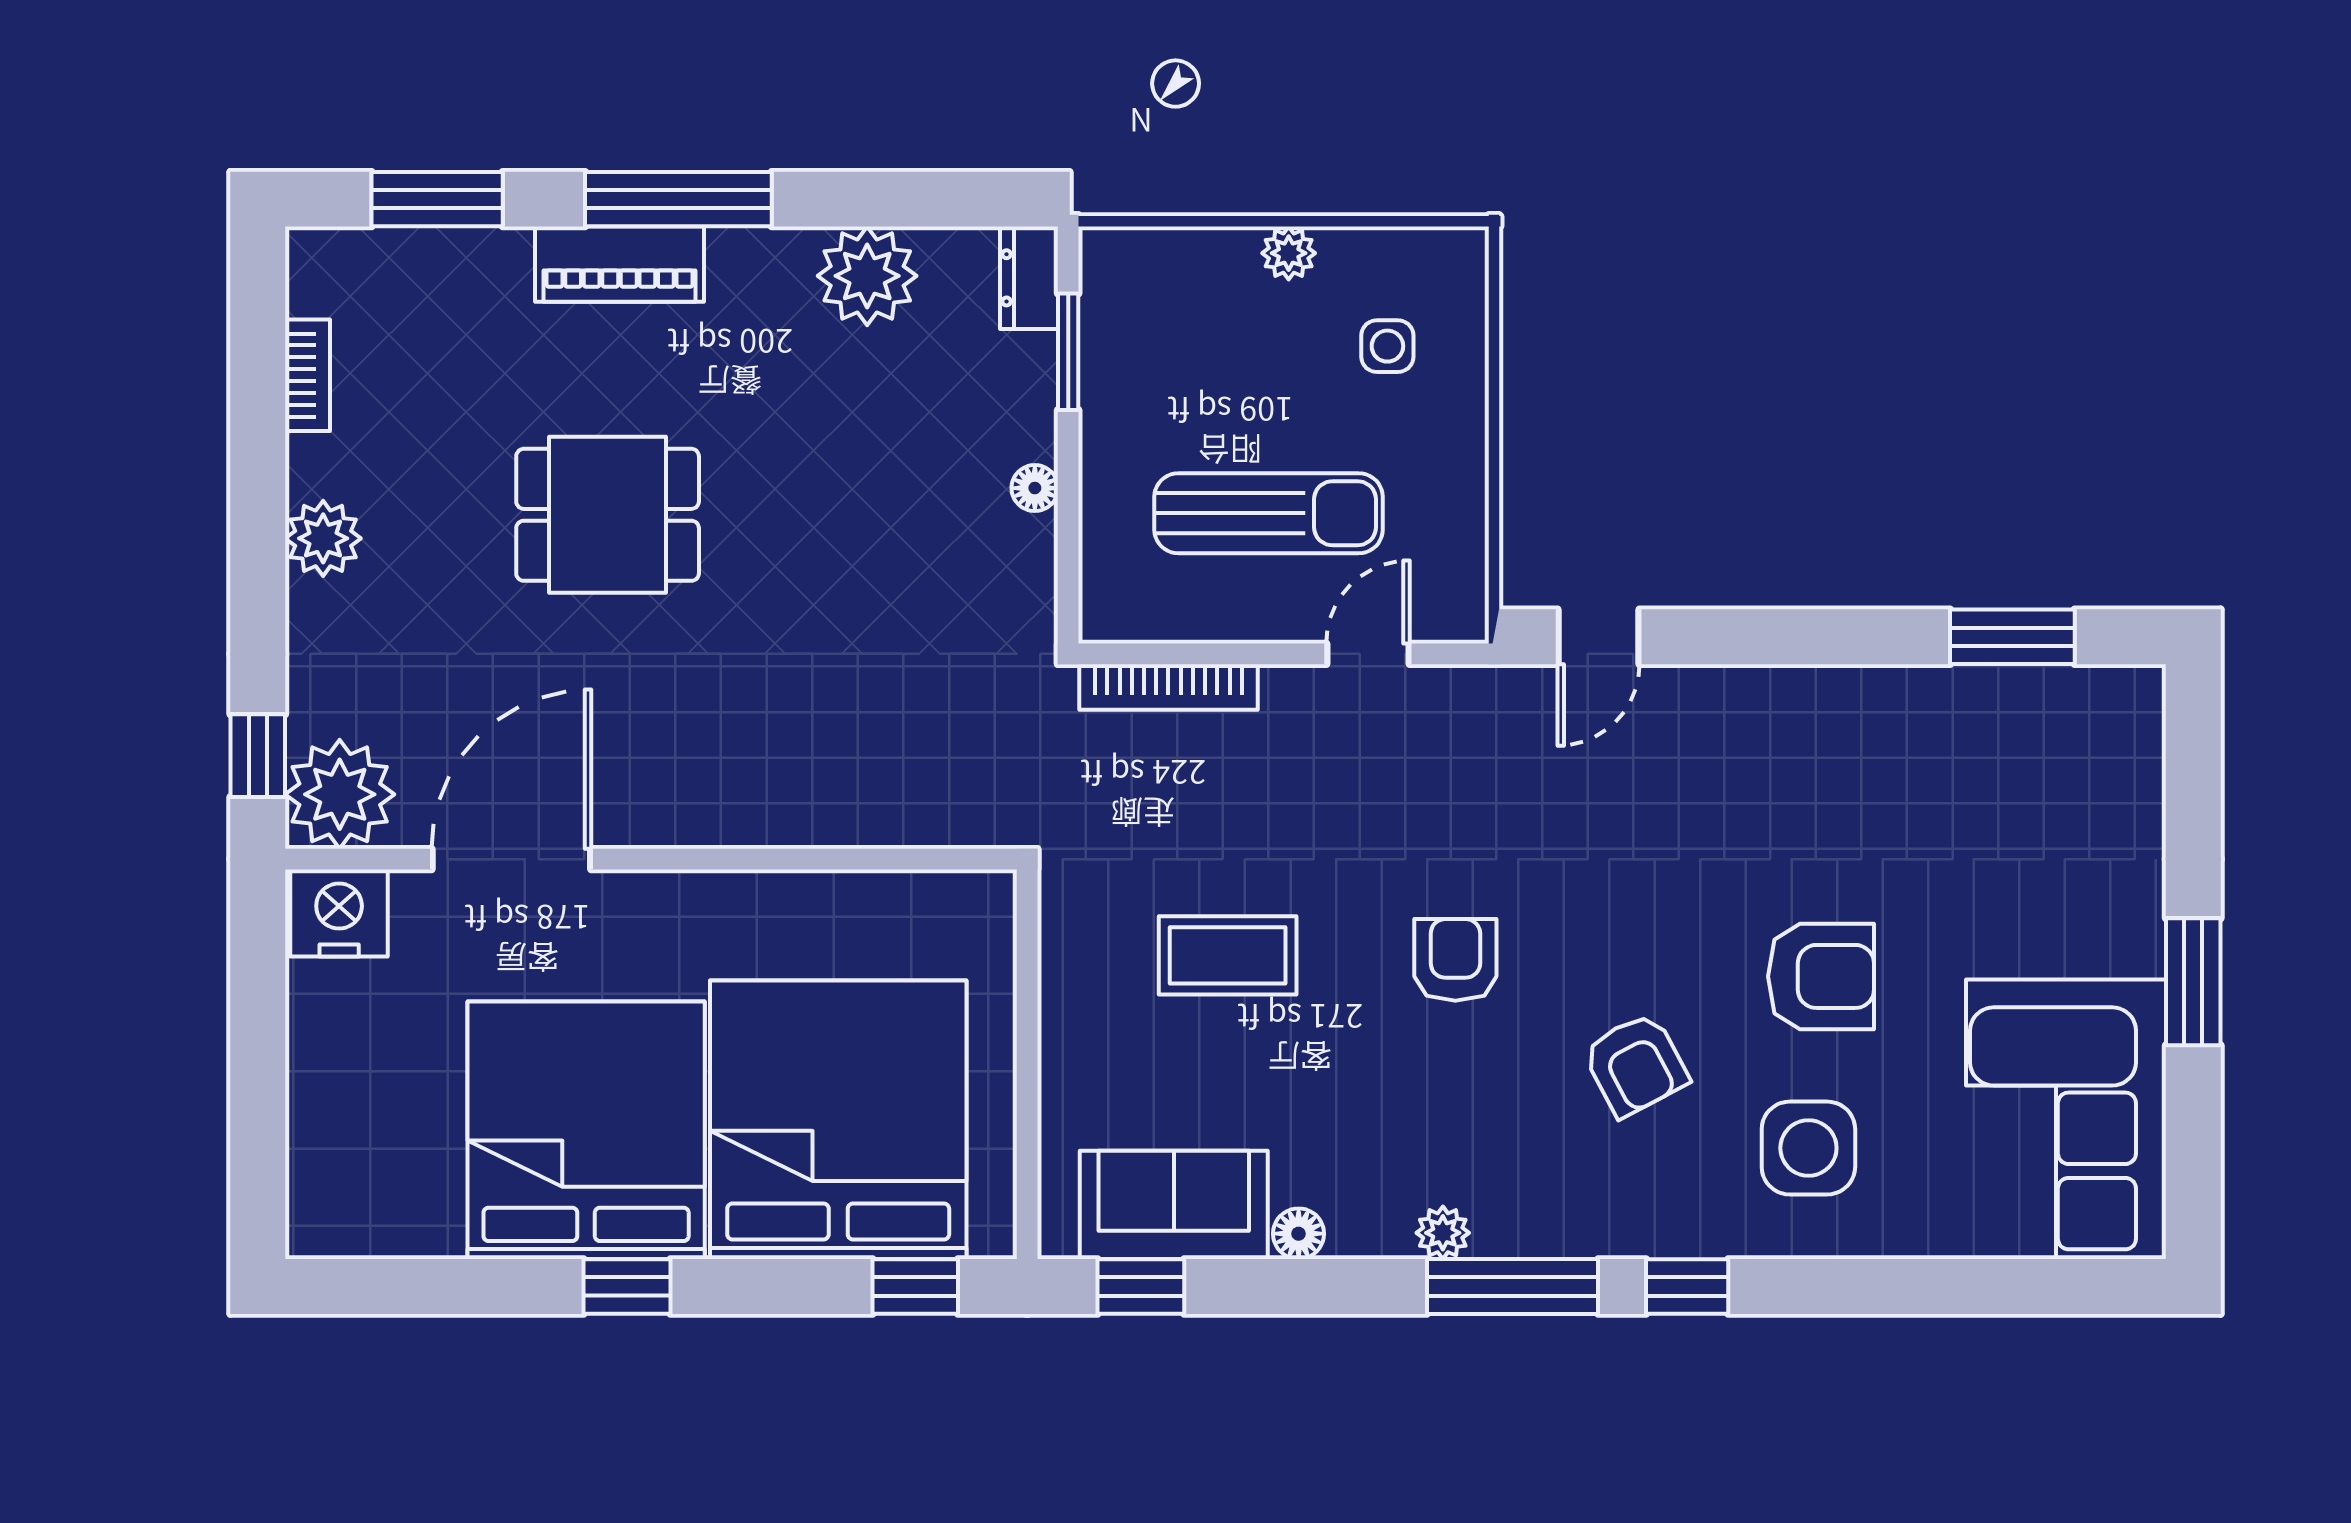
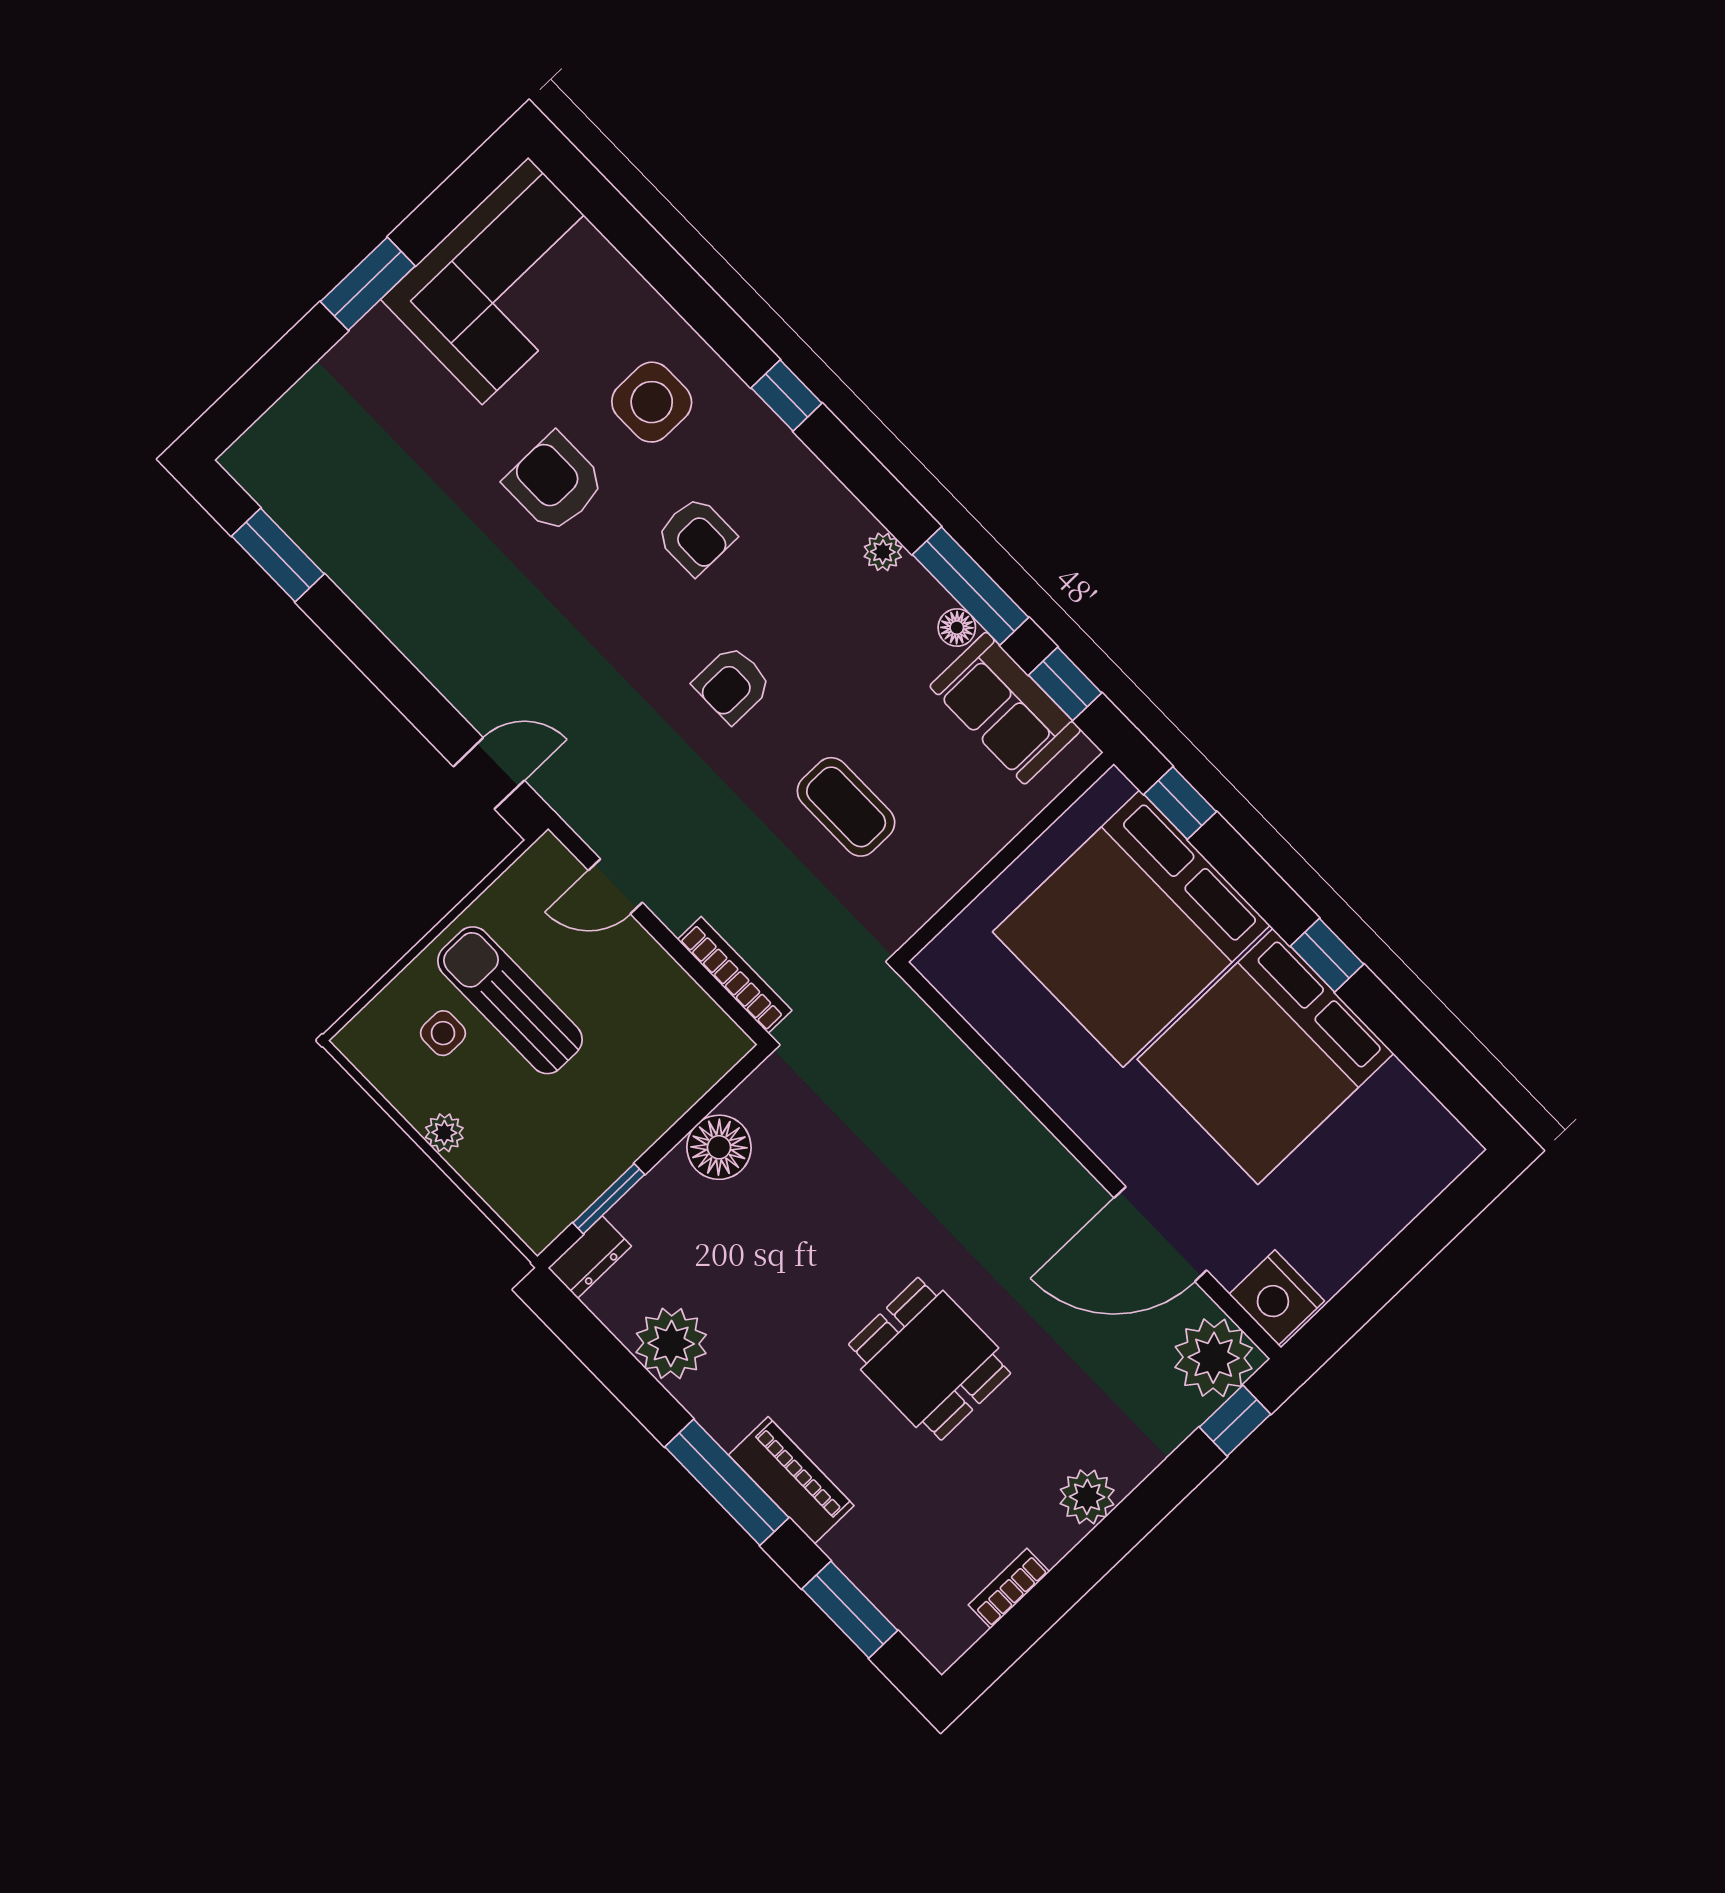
floor lamp: (1035, 488) -> (719, 1147), width x1.89, depth x1.89
sun lounger: (1269, 513) -> (510, 1000), moved
armchair: (1635, 1065) -> (696, 536), turned 118
window: (1512, 1286) -> (971, 586), moved

